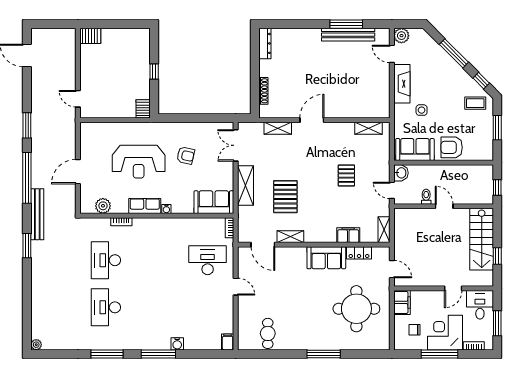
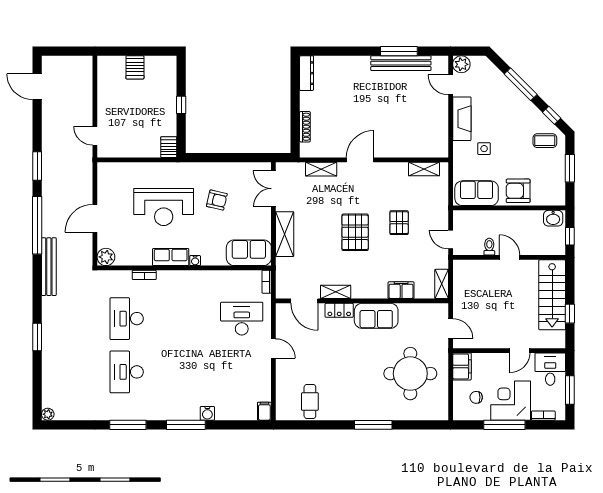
server rack: (90, 36) -> (135, 67), moved, turned 90
washbasin: (401, 173) -> (553, 218), moved, turned 90
pallet: (285, 197) -> (355, 232), moved
plant: (103, 206) -> (106, 257), moved
window: (27, 246) -> (37, 337), moved
locker: (359, 253) -> (339, 310), moved

